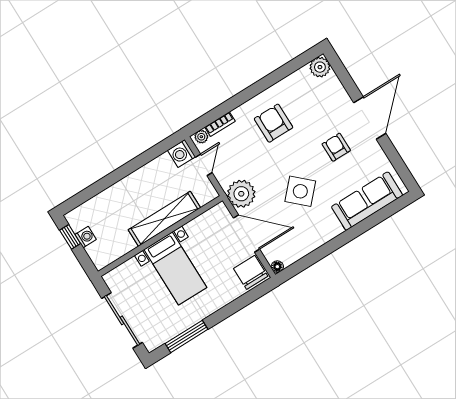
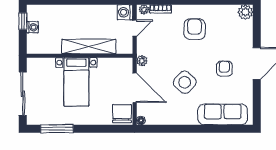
plant: (241, 194) -> (142, 61), width x0.53, depth x0.53

